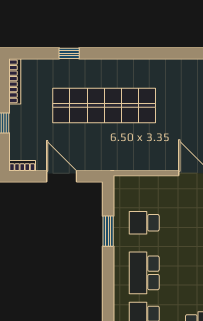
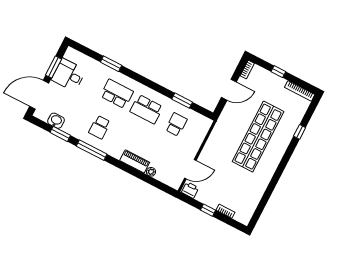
school desk: (144, 273) -> (147, 109), turned 180

